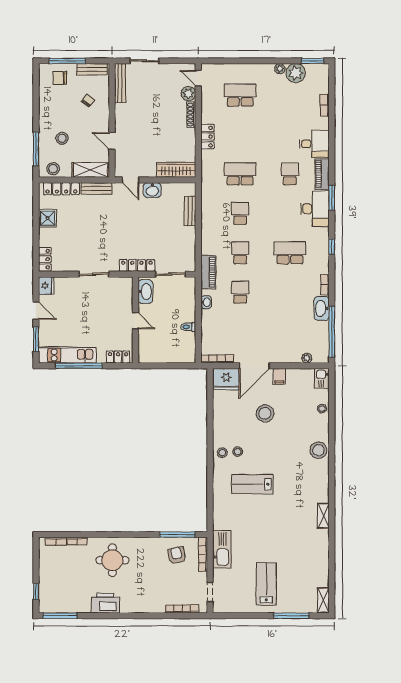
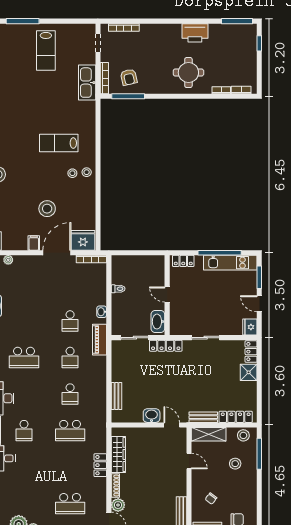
wardrobe: (176, 170) -> (118, 454), moved, turned -90
shower: (48, 218) -> (249, 372), moved
lab bench: (252, 484) -> (59, 143), turned 180

